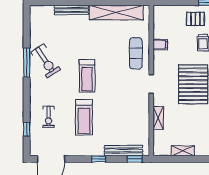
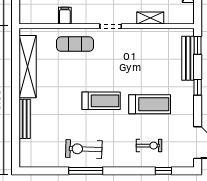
exercise bike: (46, 61) -> (84, 149), turned -145

